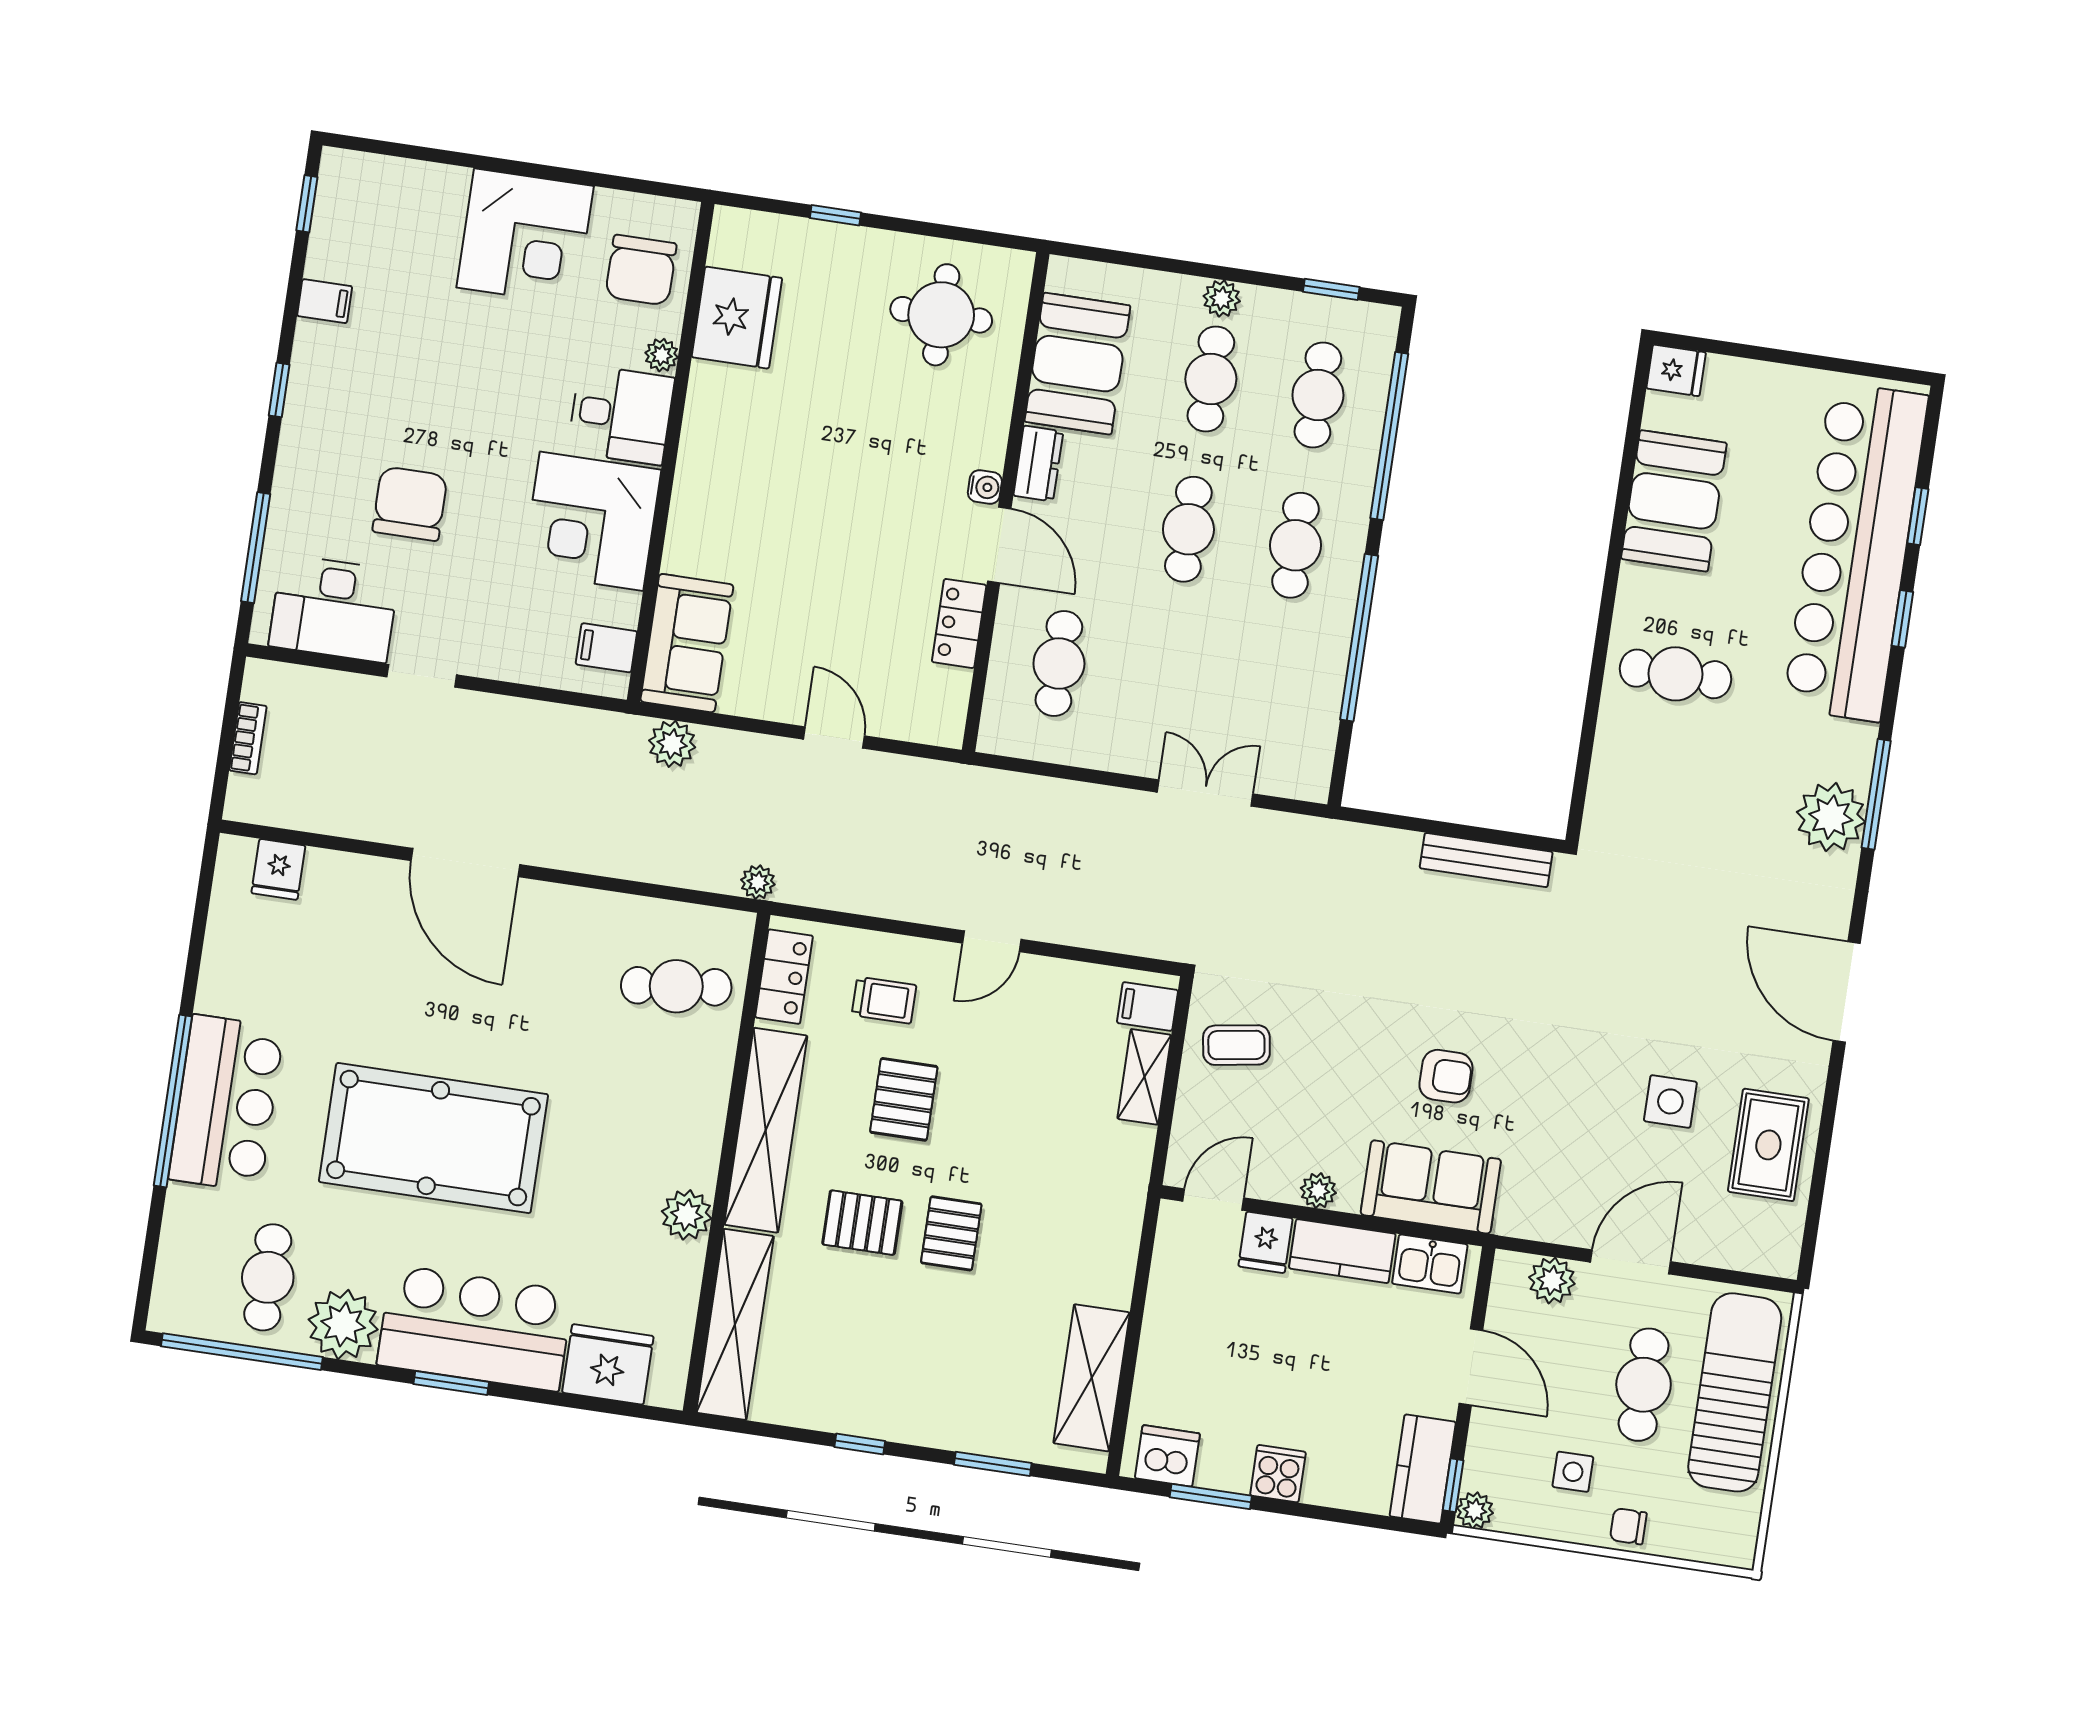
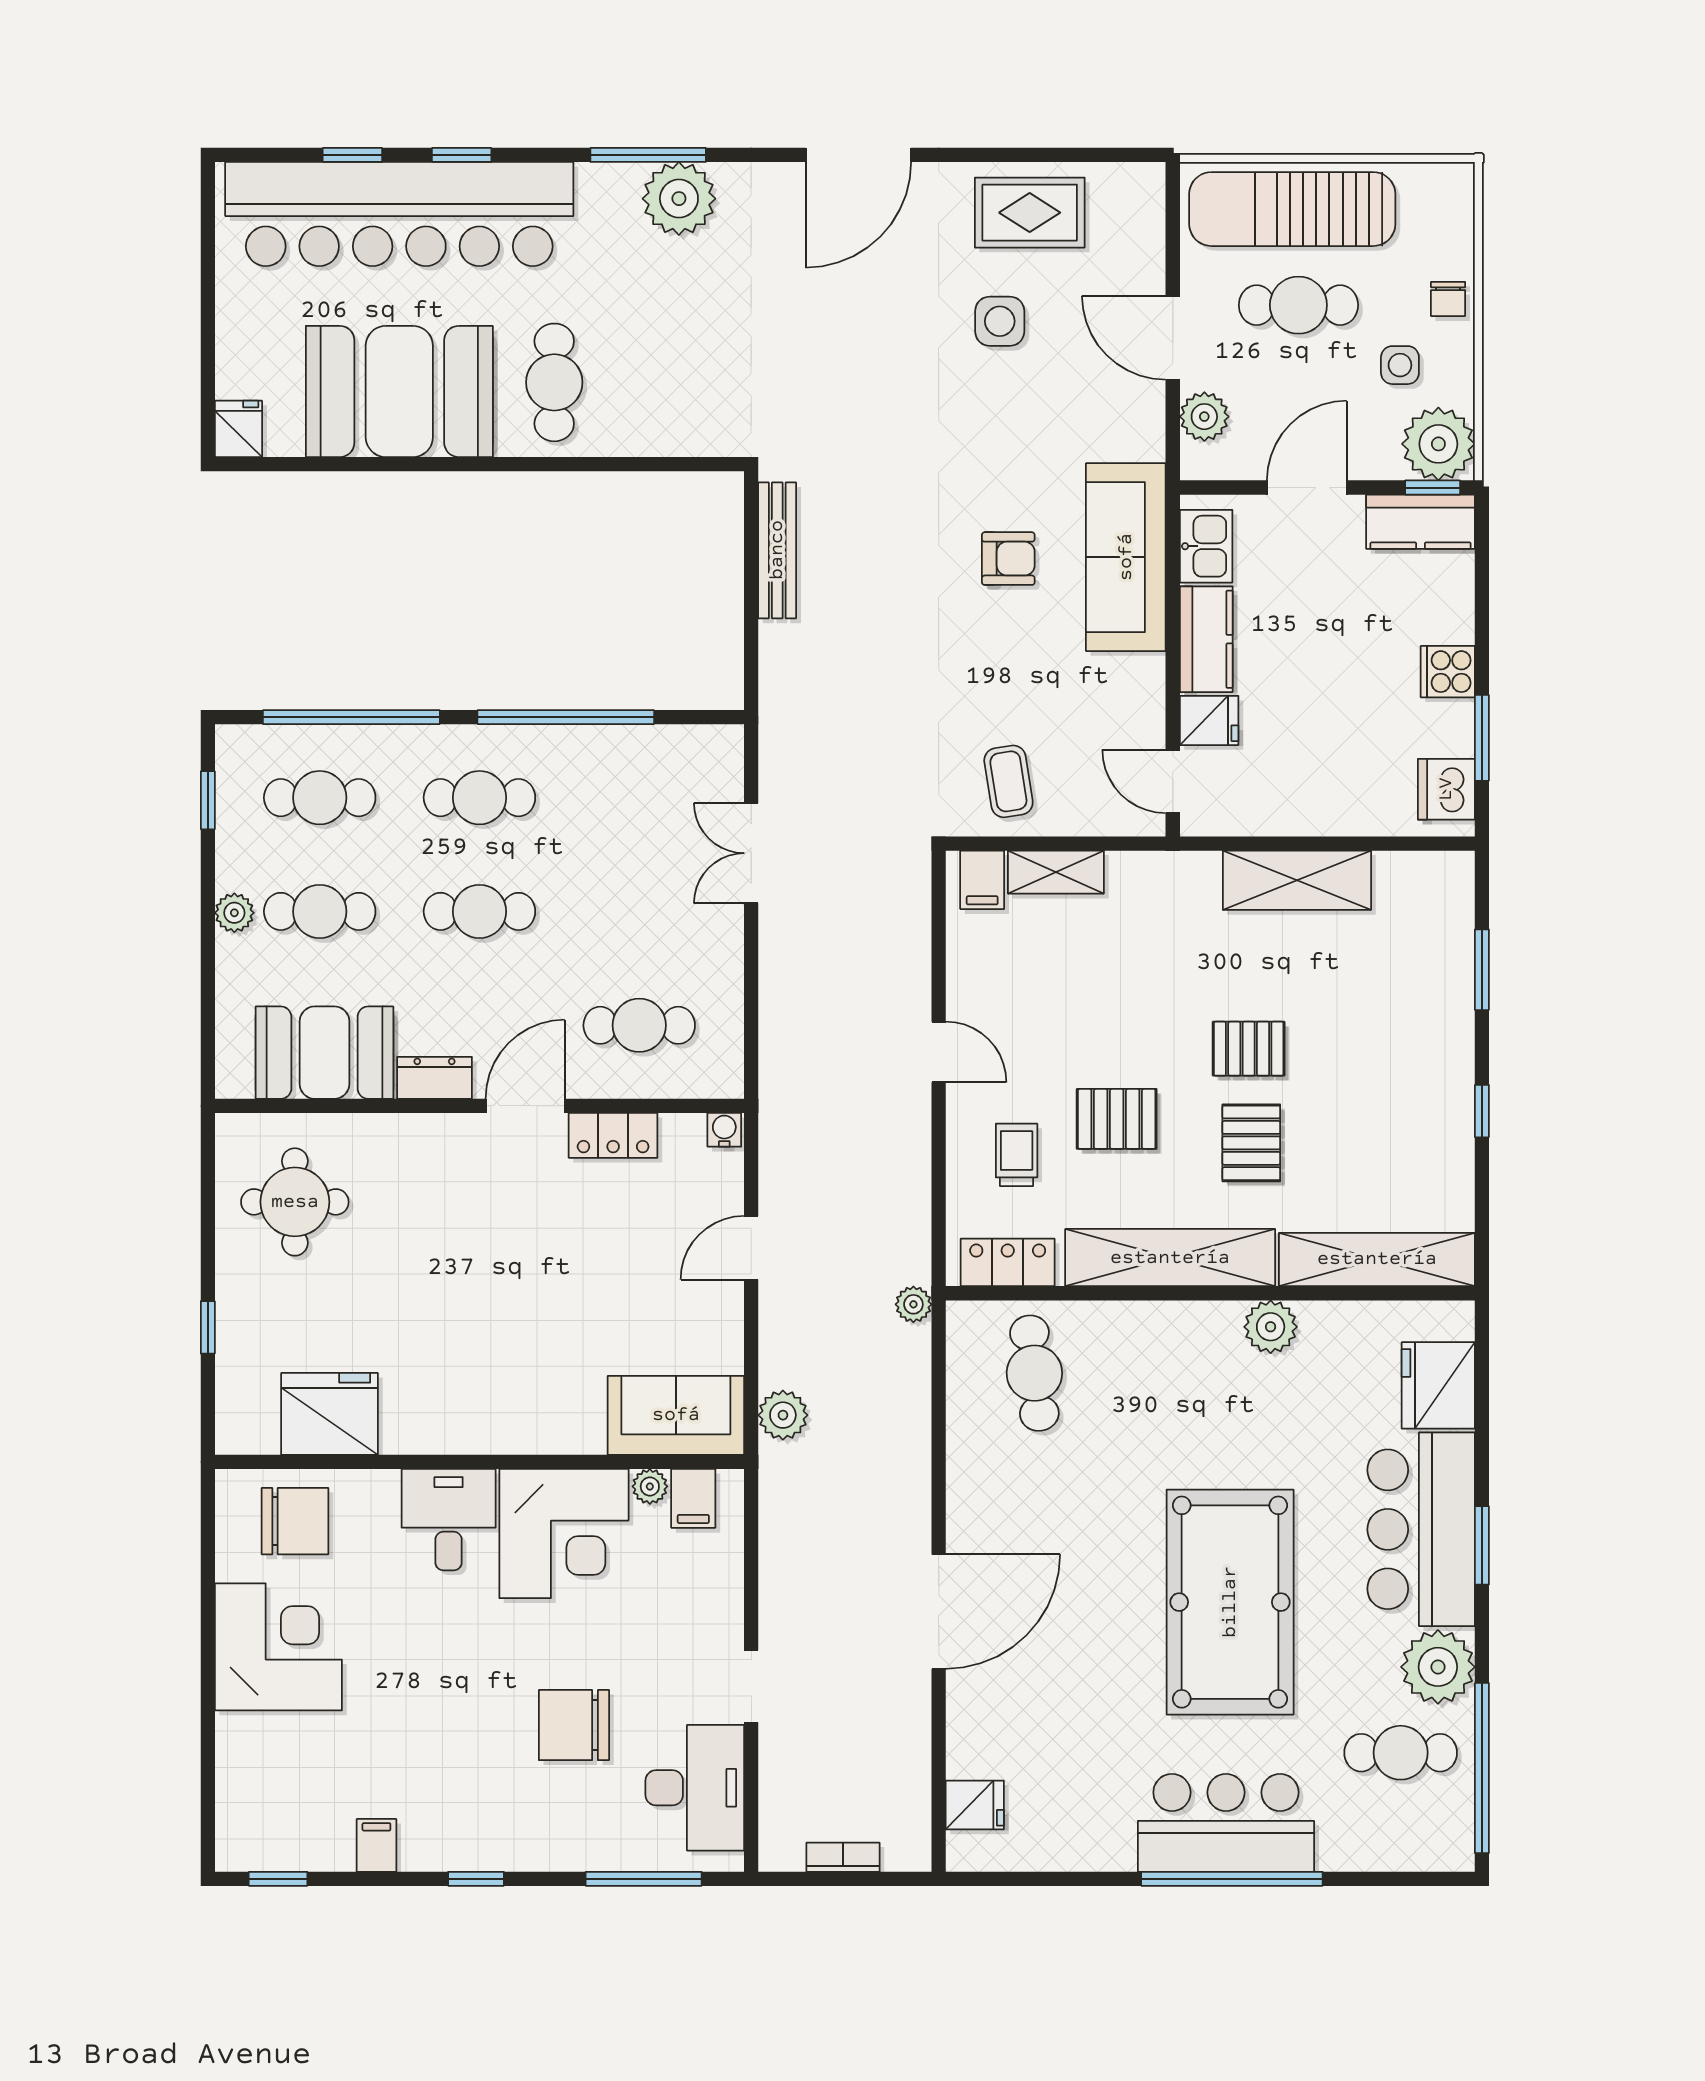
plant: (662, 355) -> (650, 1486), moved
water cooler: (985, 487) -> (724, 1130), moved
booth: (1674, 501) -> (399, 391), width x1.36, depth x1.42
armchair: (1446, 1076) -> (1008, 559), turned 90
sofa: (1431, 1187) -> (1126, 557), width x1.36
plant: (1318, 1190) -> (1147, 674), removed
shelving: (1092, 1378) -> (1297, 880), moved
plant: (1475, 1510) -> (1438, 444), width x1.88, depth x1.88

